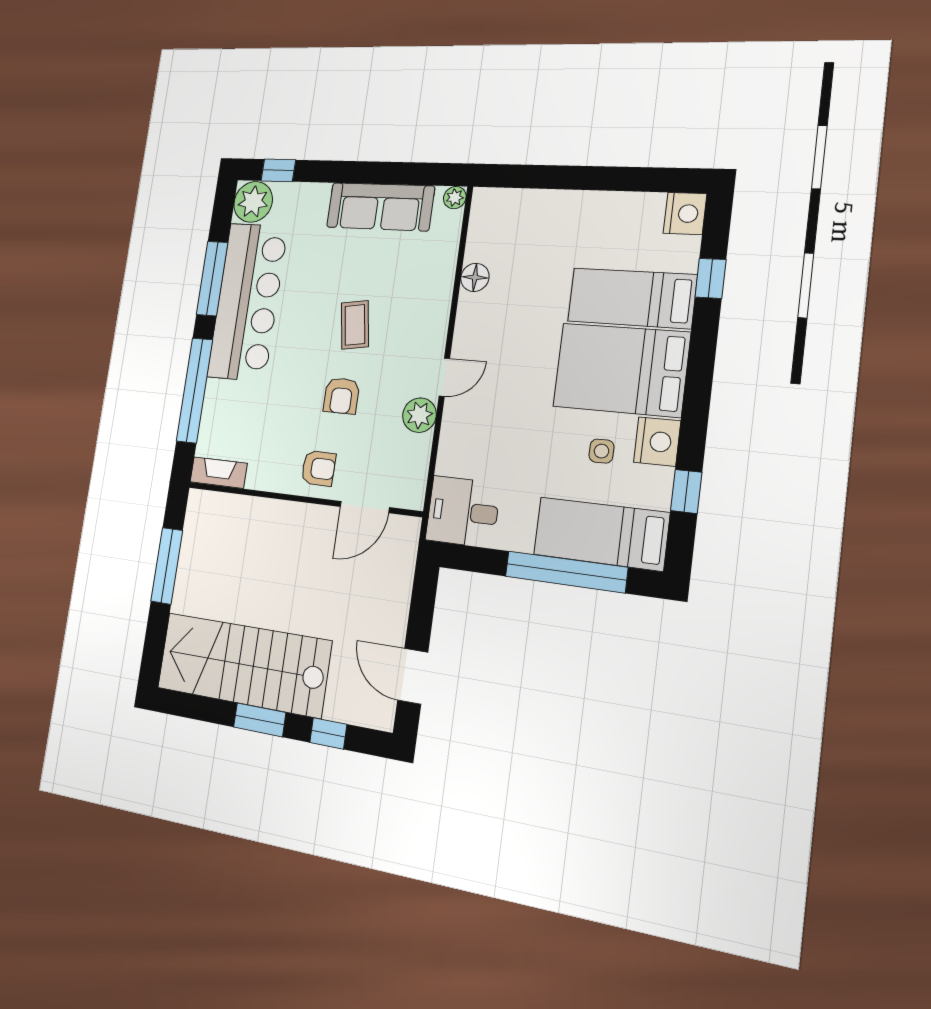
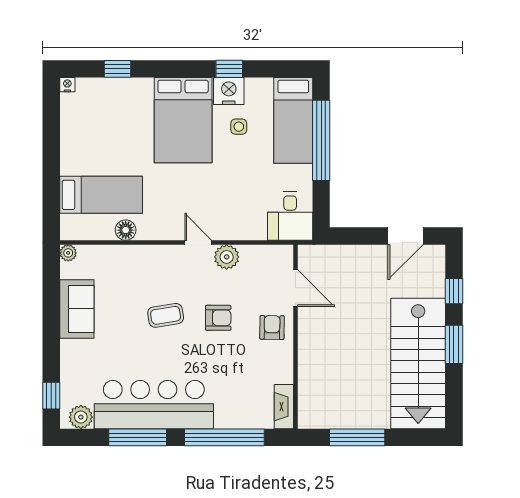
plant: (253, 202) -> (81, 417), width x0.73, depth x0.73
sofa: (380, 207) -> (77, 309), width x0.73
nightstand: (685, 213) -> (67, 85), width x0.53, depth x0.56
bed: (632, 298) -> (101, 195), moved, turned -90
window: (686, 492) -> (229, 69), moved

